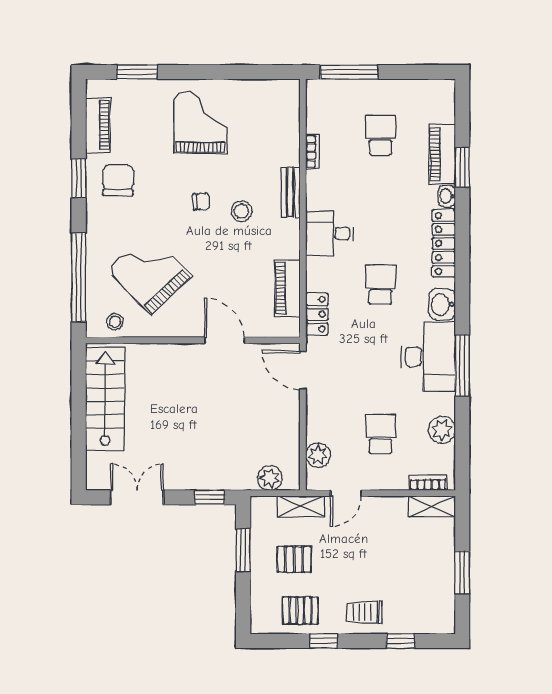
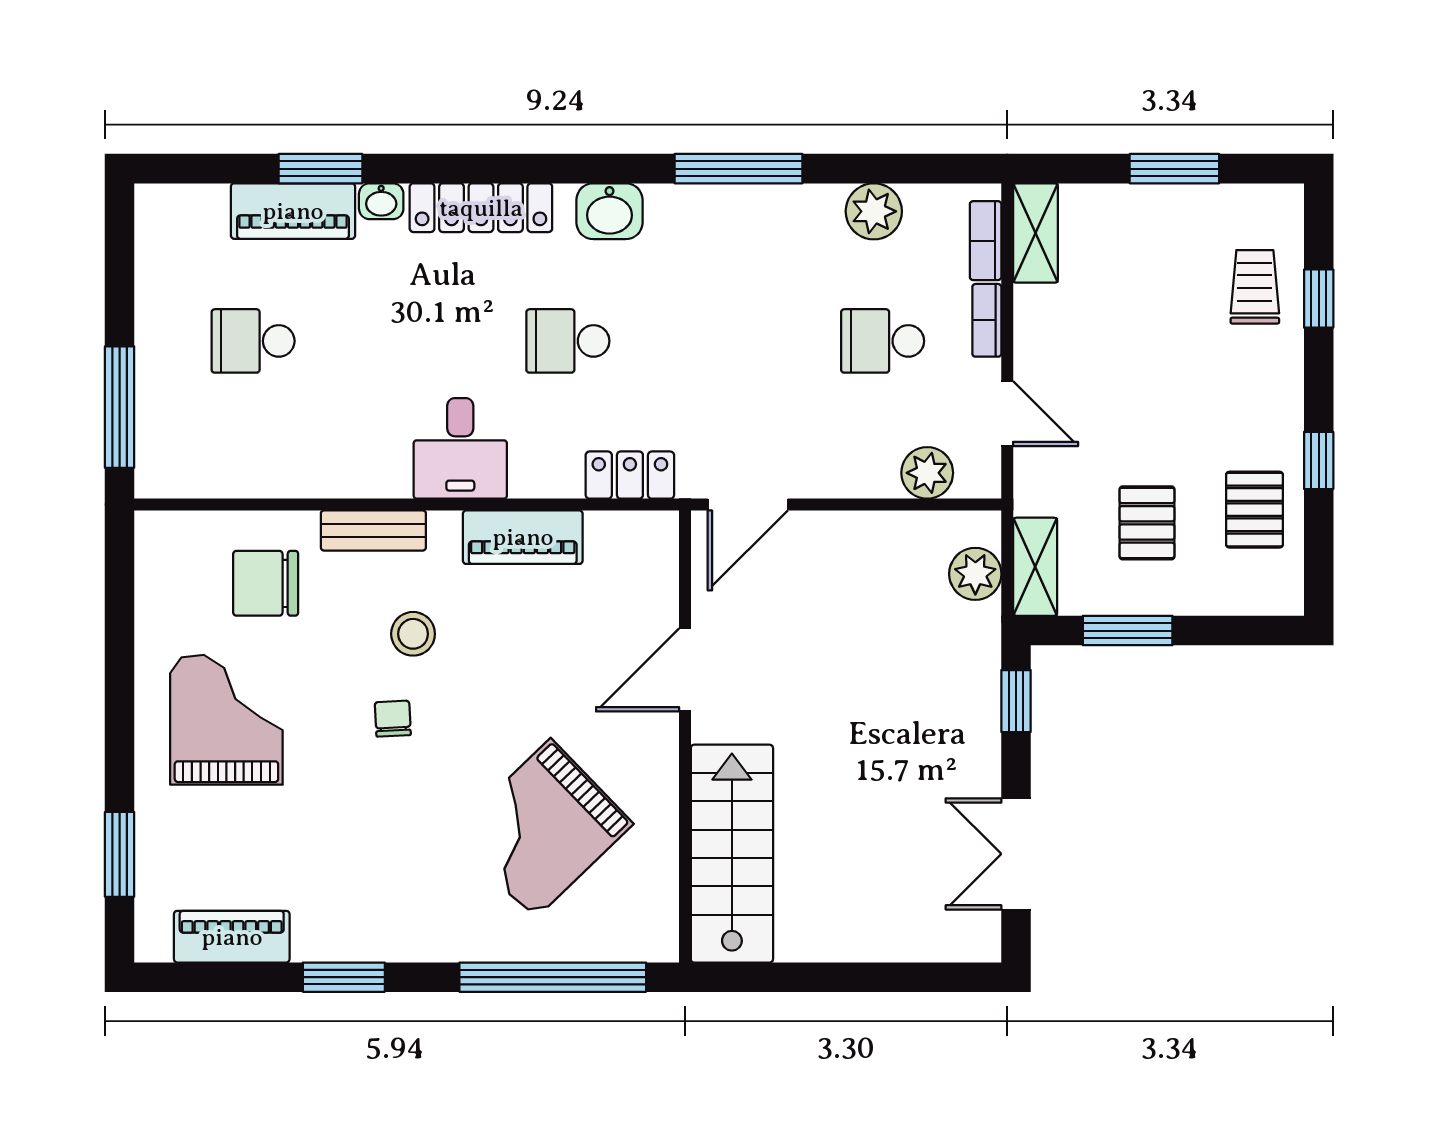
grand piano: (201, 123) -> (226, 720), turned 90
bookcase: (313, 152) -> (987, 320), moved, turned -90
chair: (118, 180) -> (266, 583), moved
piano: (287, 288) -> (523, 537), moved
stool: (115, 322) -> (646, 900), removed
desk: (428, 357) -> (719, 241), removed
stairs: (105, 399) -> (732, 854), moved, turned 90
shelving: (301, 506) -> (1035, 567), moved
trolley: (365, 612) -> (1255, 287), moved, turned 180

